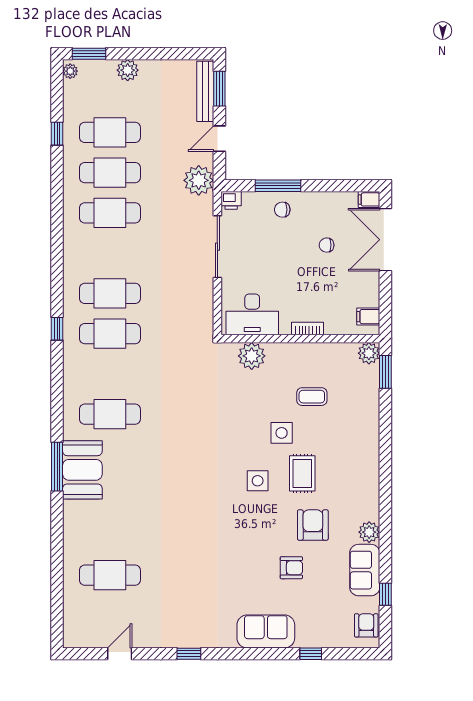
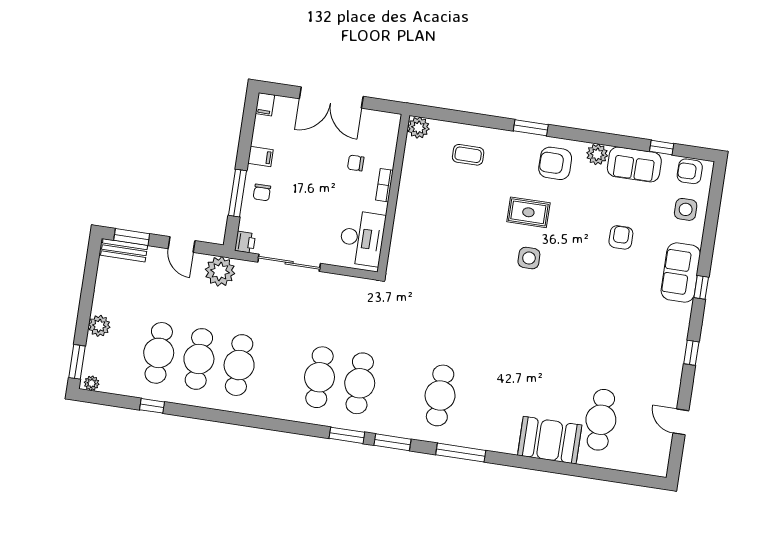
bench: (205, 91) -> (124, 250), width x0.73
double door: (385, 240) -> (331, 98), moved
chair: (327, 245) -> (356, 163), moved, turned 90
filing cabinet: (368, 317) -> (260, 157), moved, turned -90
window: (57, 329) -> (347, 435), width x1.50
plant: (252, 356) -> (403, 245), removed
window: (385, 372) -> (531, 128), moved
window: (57, 374) -> (393, 442), added
coffee table: (312, 397) -> (468, 155), moved, turned 90
side table: (282, 433) -> (686, 209), moved
window: (57, 467) -> (461, 453), moved
booth: (82, 470) -> (550, 440), moved
armchair: (313, 525) -> (555, 163), moved
window: (311, 654) -> (701, 287), moved

